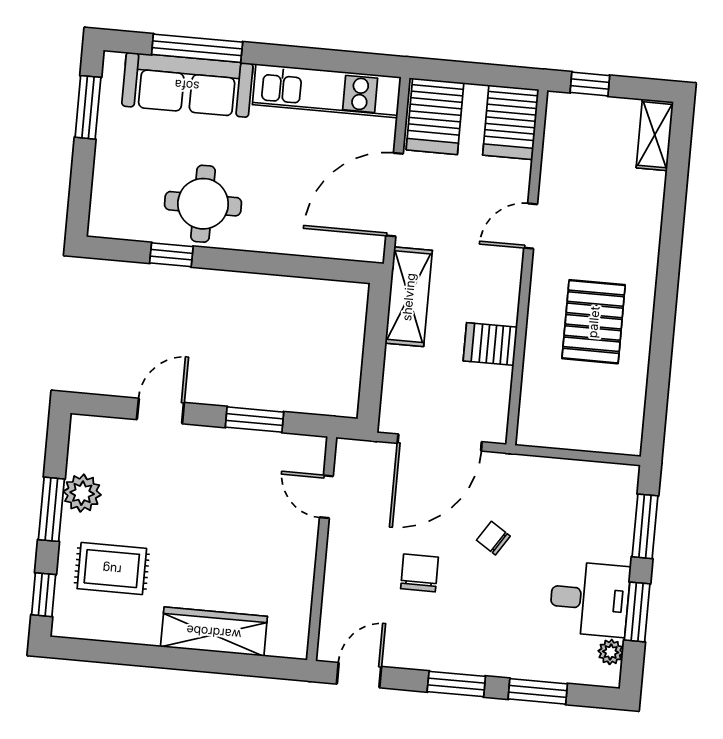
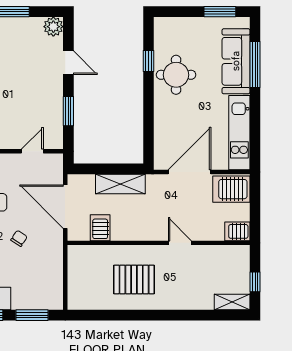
window: (590, 84) -> (255, 282), moved
server rack: (511, 122) -> (237, 231), width x0.73, depth x0.70
door: (395, 195) -> (190, 172), hinge flipped
shelving: (409, 297) -> (120, 184), moved
server rack: (490, 344) -> (100, 228), moved
plant: (82, 493) -> (53, 27), moved

